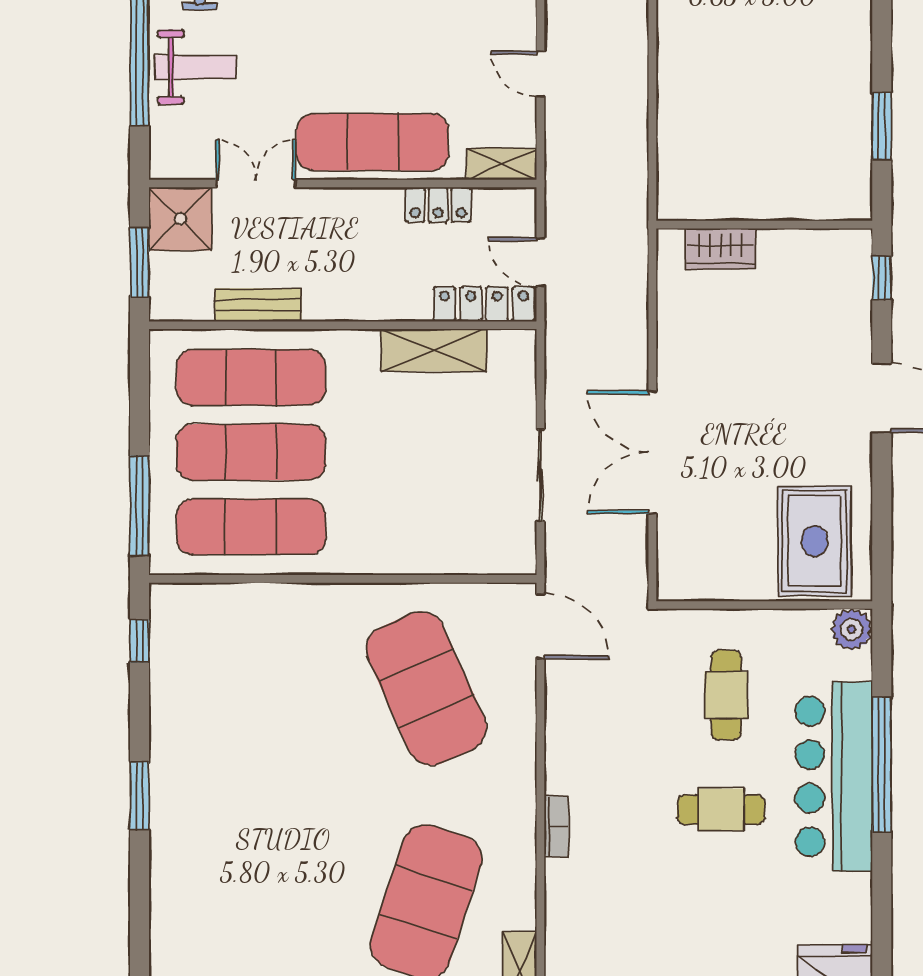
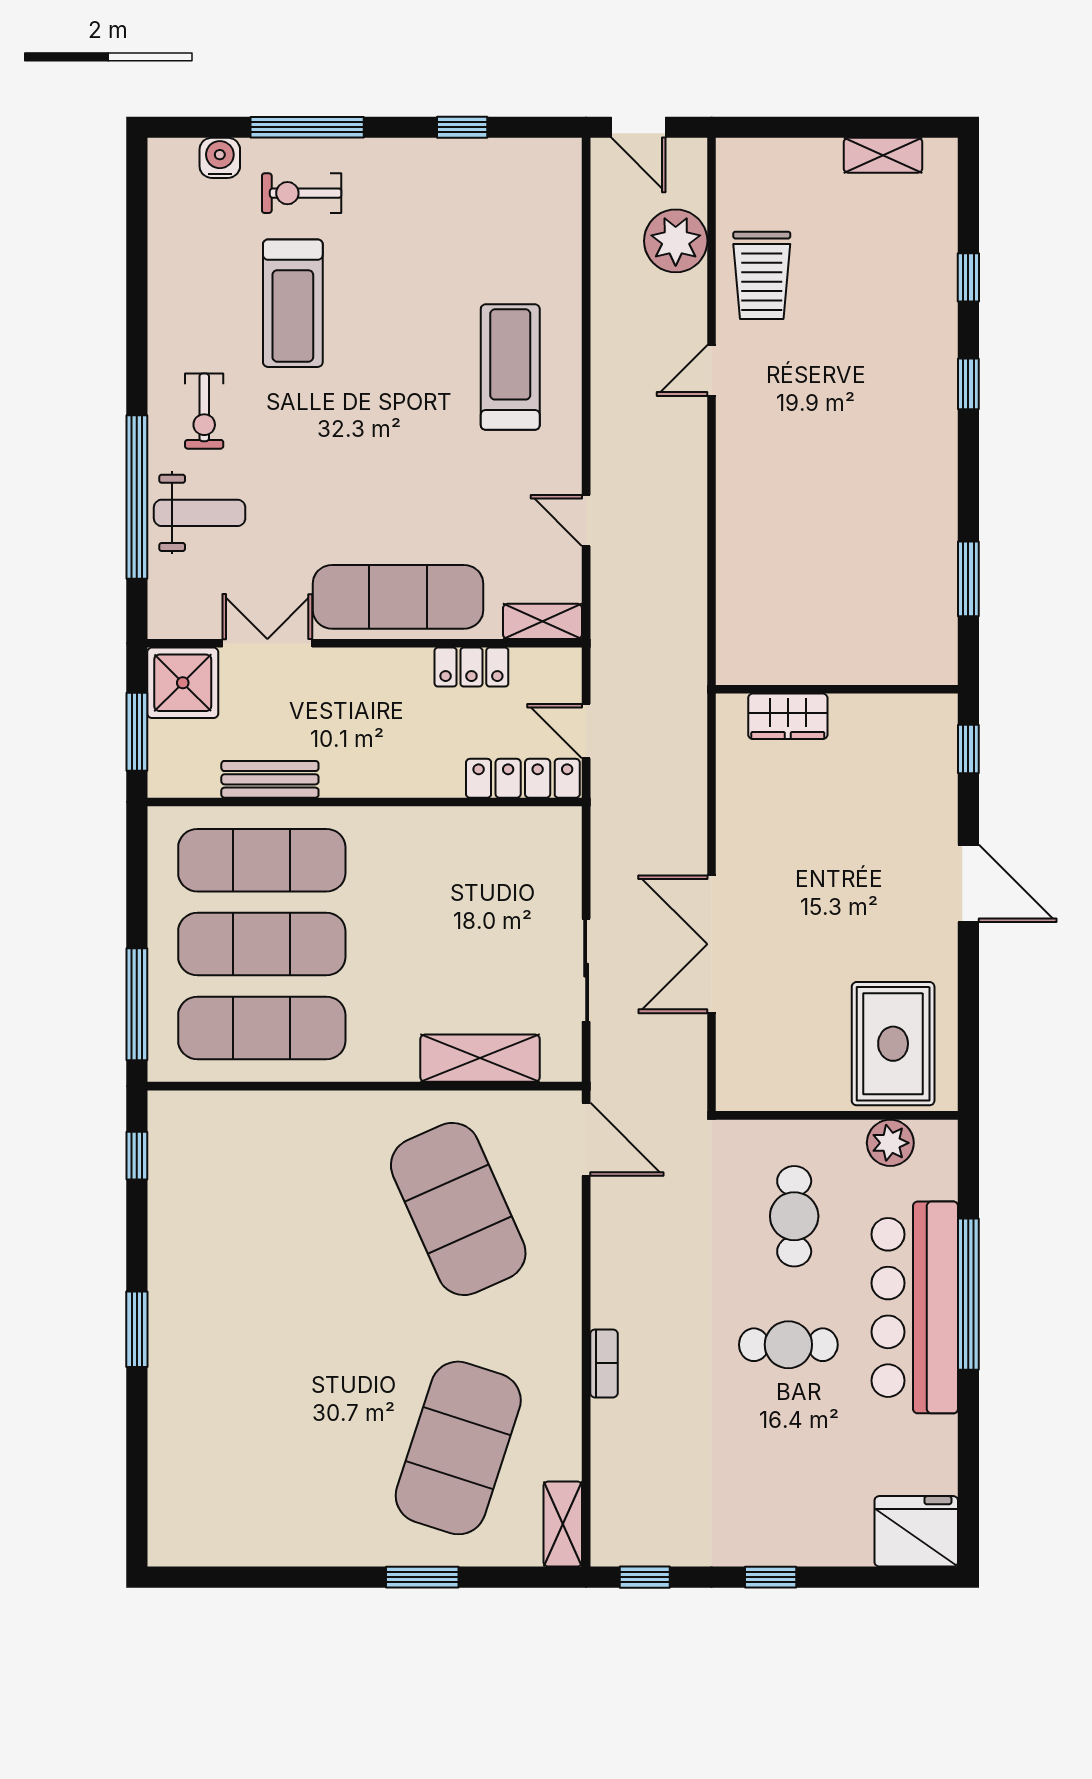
shelving: (434, 350) -> (480, 1058), moved
plant: (852, 629) -> (890, 1143), moved

